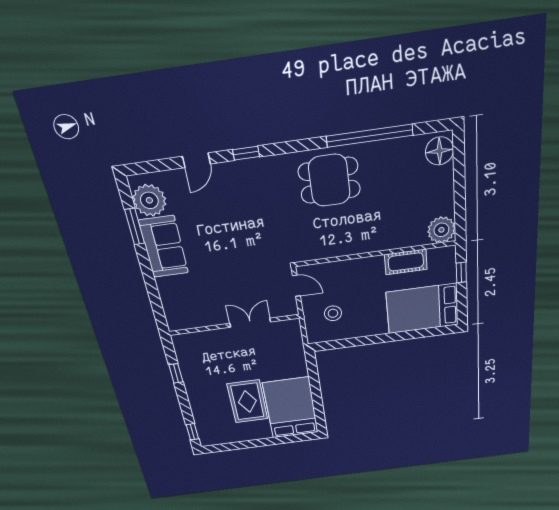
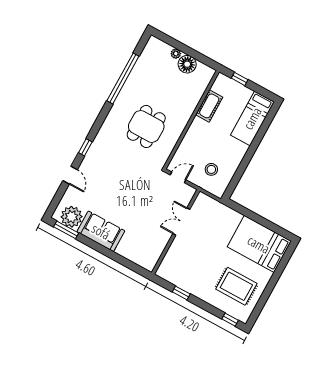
floor lamp: (440, 151) -> (187, 64), moved
dining table: (329, 180) -> (146, 126), moved
window: (135, 227) -> (66, 230), moved
plant: (441, 230) -> (176, 54), moved, width x0.53, depth x0.53
bed: (422, 309) -> (252, 118), width x0.67
rug: (247, 401) -> (236, 286), moved

